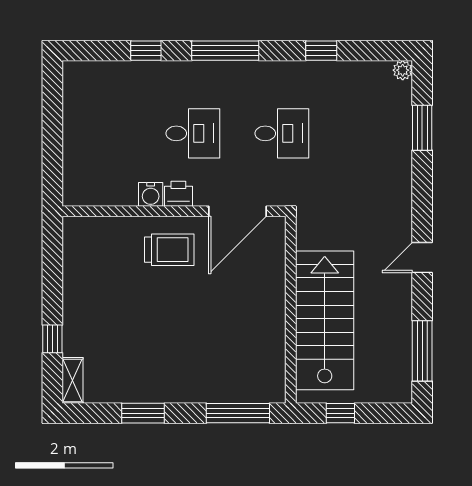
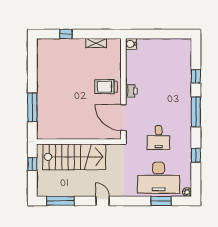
desk: (193, 133) -> (159, 178), moved, width x1.87, depth x1.30
water cooler: (151, 194) -> (131, 44), moved
trolley: (169, 250) -> (106, 87), turned 90
shelving: (73, 380) -> (96, 43), moved
window: (143, 413) -> (32, 75), removed
window: (238, 413) -> (32, 107), moved

